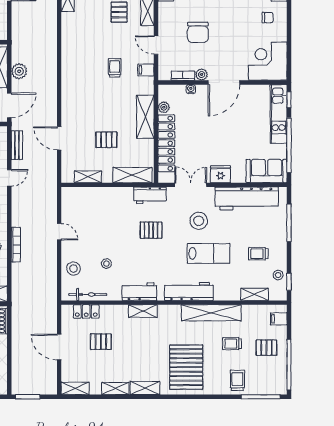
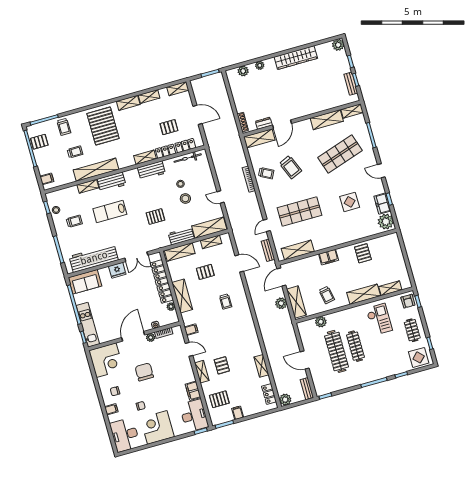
chair: (198, 32) -> (144, 372), moved
trolley: (115, 68) -> (226, 302), moved
workbench: (150, 195) -> (181, 236), moved
shelving: (85, 196) -> (209, 228), added
stool: (199, 221) -> (123, 233), removed
stool: (74, 269) -> (185, 199), moved
workbench: (189, 291) -> (112, 182), width x0.73
shelving: (254, 294) -> (88, 186), moved
locker: (114, 311) -> (165, 151), added
pallet: (266, 348) -> (39, 142), moved

